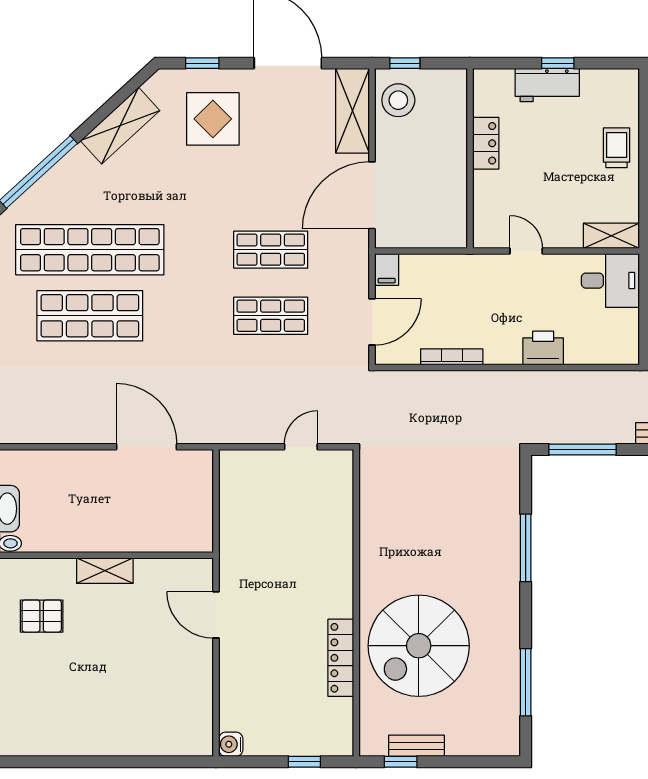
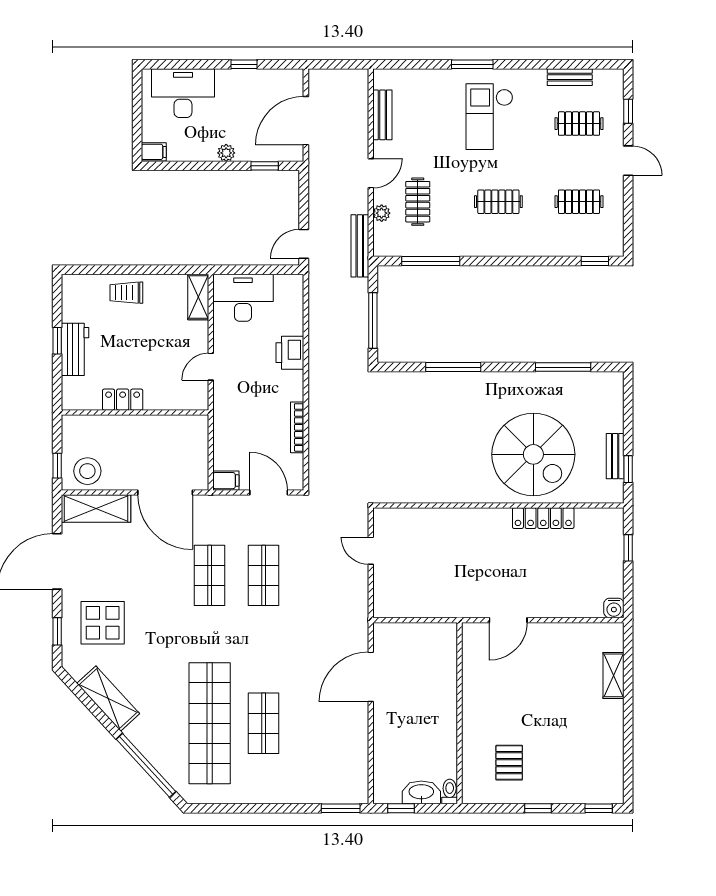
desk: (610, 281) -> (243, 298), width x1.37
shop shelf: (90, 316) -> (264, 723), width x0.70, depth x0.74
shelving: (105, 571) -> (613, 675), moved

